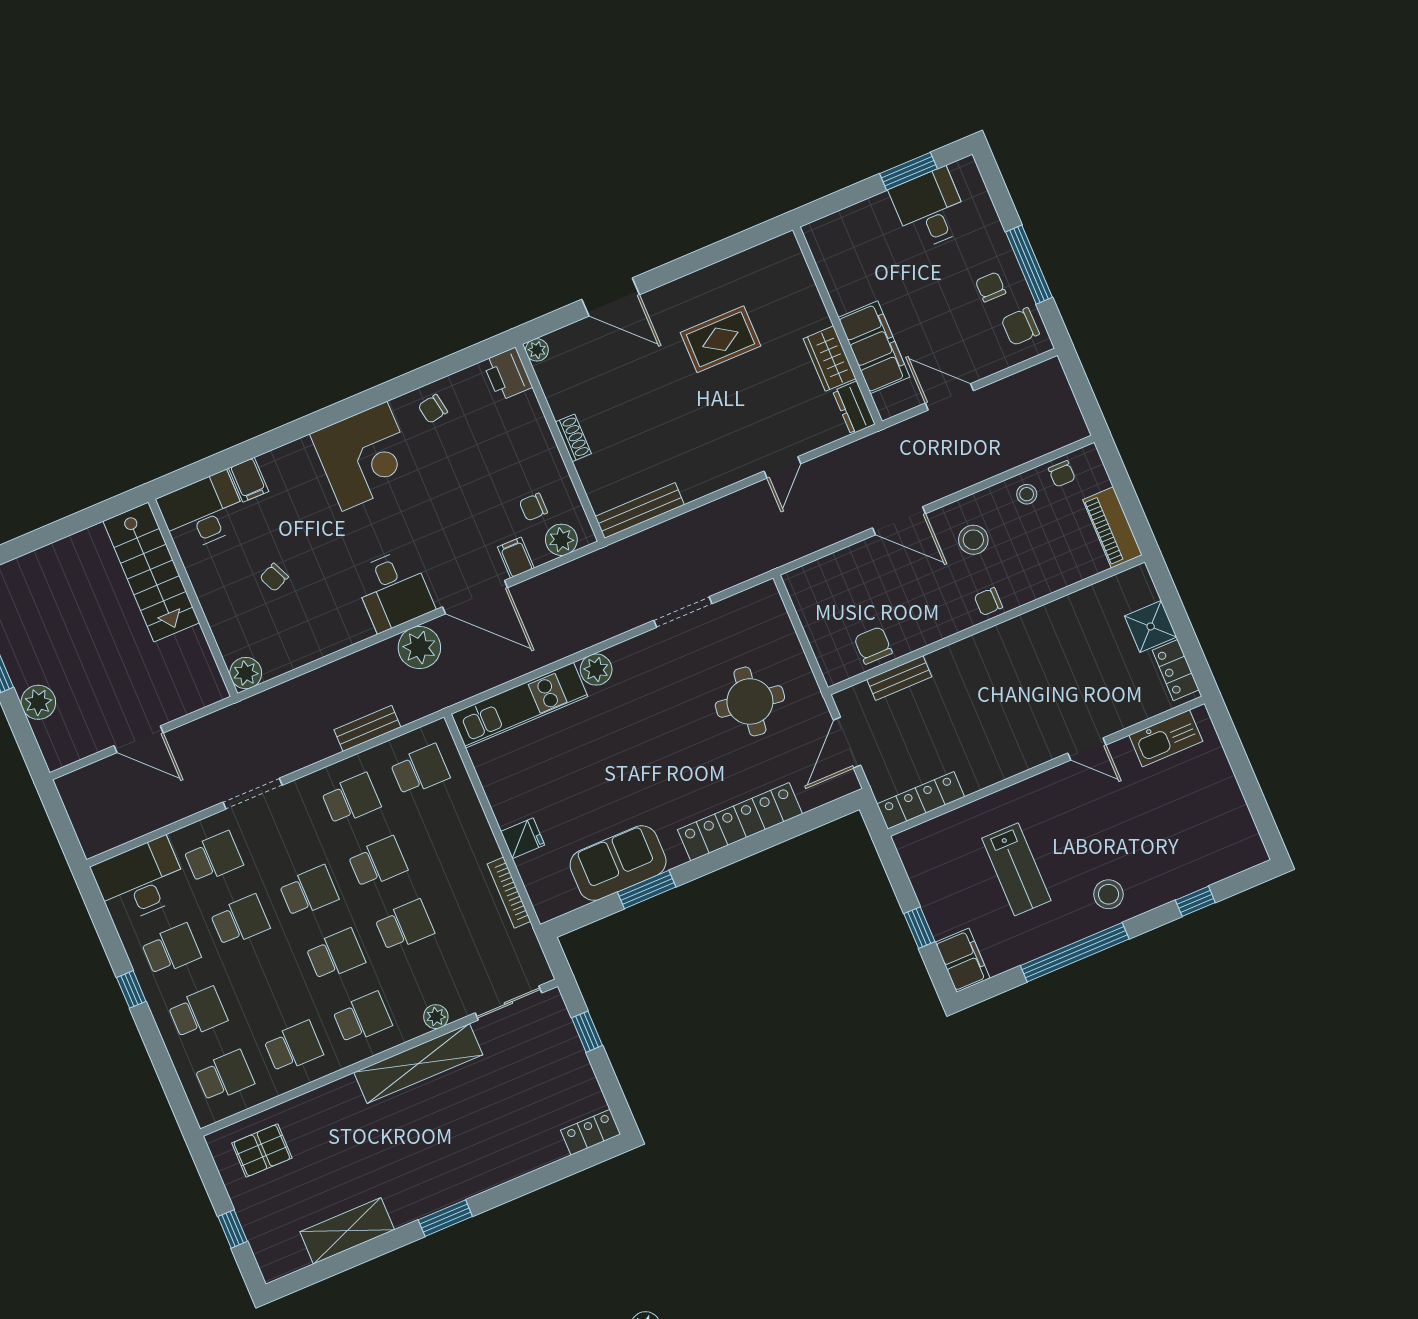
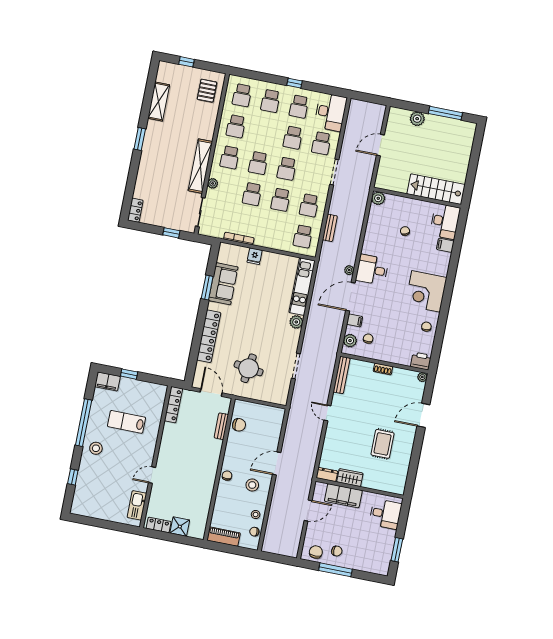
desk: (930, 209) -> (385, 514), moved
door: (782, 467) -> (327, 413), moved
plant: (419, 648) -> (349, 270), width x0.53, depth x0.53

